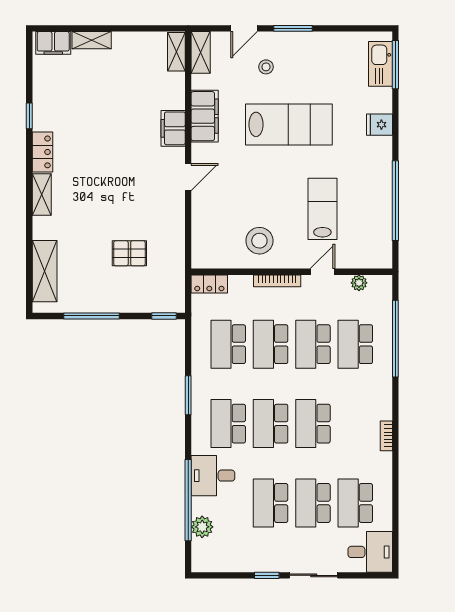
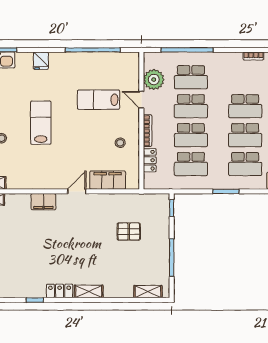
filing cabinet: (205, 116) -> (108, 180), moved
lab bench: (289, 124) -> (41, 123), width x0.73, depth x0.72
door: (188, 177) -> (77, 191), hinge flipped
stool: (259, 241) -> (120, 143), width x0.53, depth x0.53
pallet: (129, 253) -> (129, 232), turned 90
shelving: (45, 271) -> (148, 292), width x0.67, depth x0.75
plant: (359, 283) -> (154, 80), width x1.88, depth x1.88
locker: (209, 284) -> (150, 160), moved

